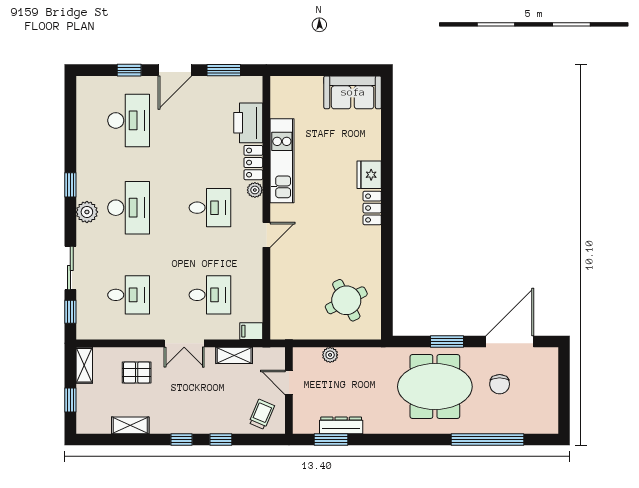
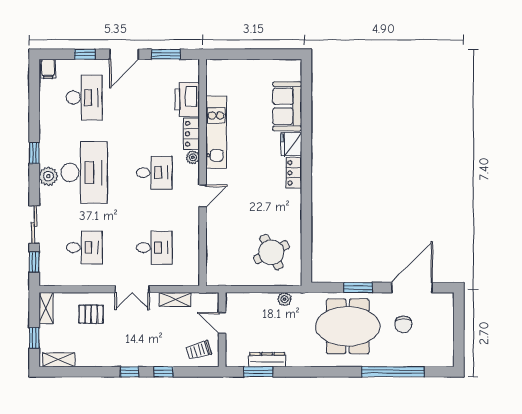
sofa: (353, 92) -> (287, 106), moved, turned 90
desk: (129, 208) -> (84, 173), width x1.36, depth x1.30
filing cabinet: (251, 331) -> (48, 69), moved, turned -90
plant: (330, 355) -> (284, 299), moved
trolley: (262, 414) -> (199, 350), turned -129
shelving: (130, 425) -> (59, 360), moved

